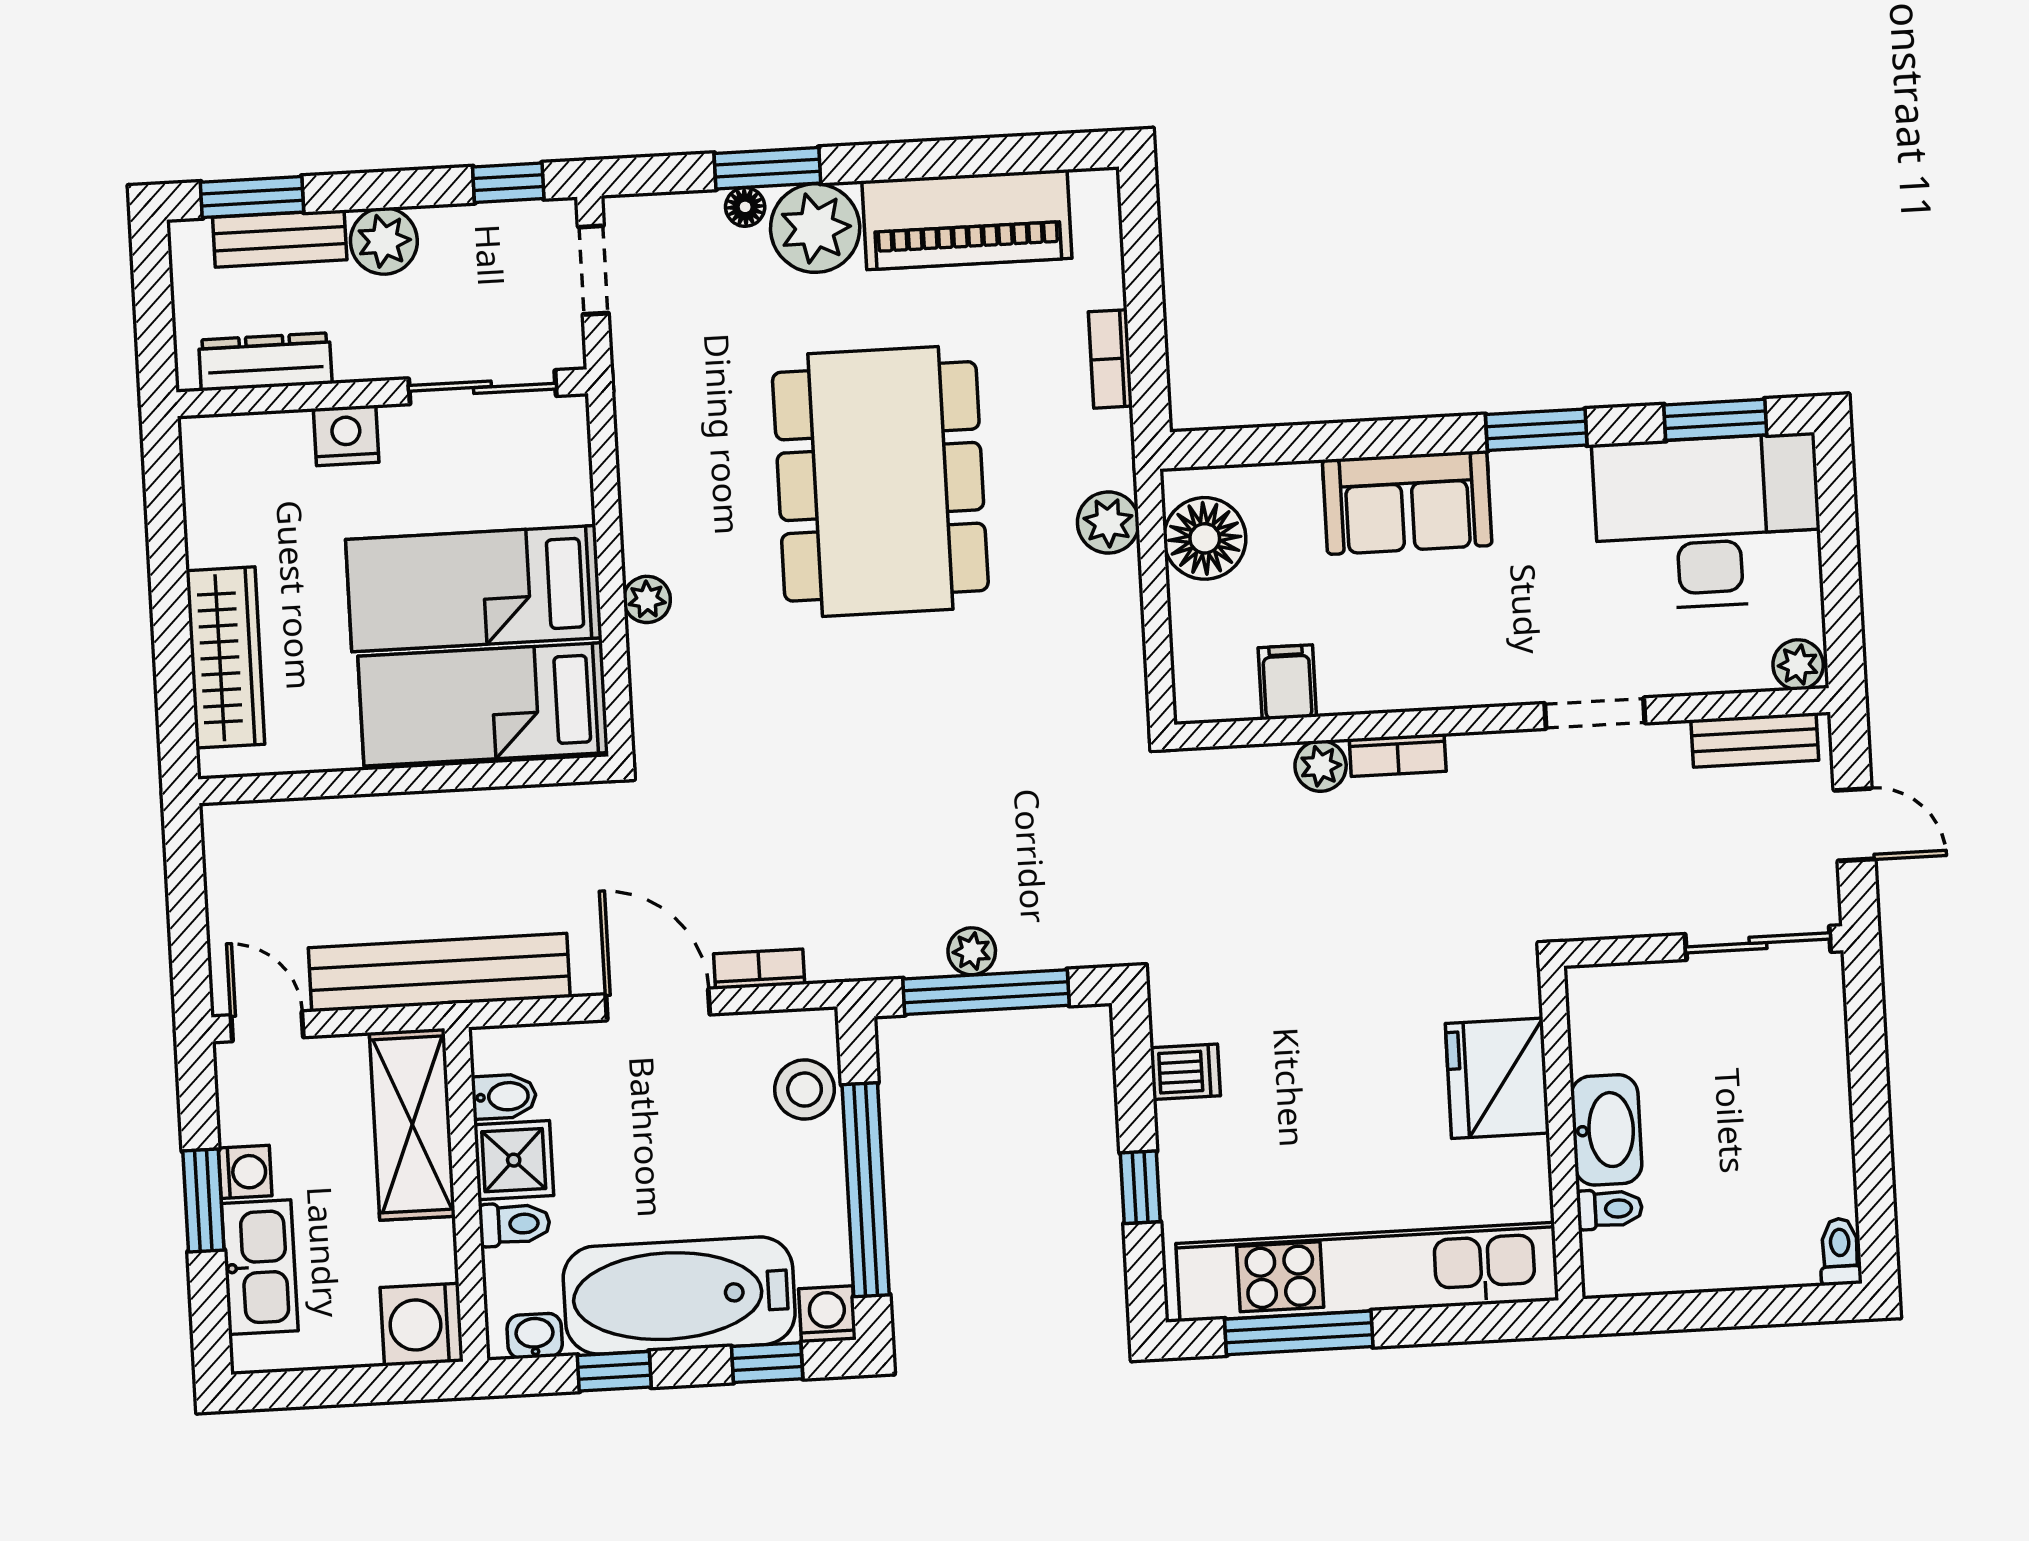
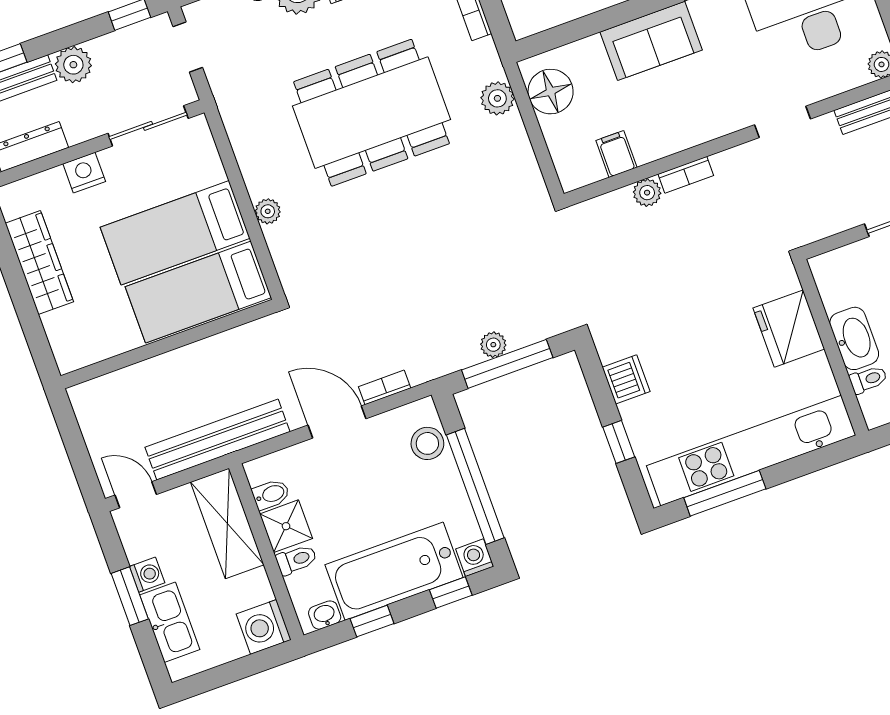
dining table: (880, 481) -> (372, 113), turned 90
wardrobe: (225, 657) -> (39, 262), moved
dishwasher: (1185, 1072) -> (626, 379), width x1.38

